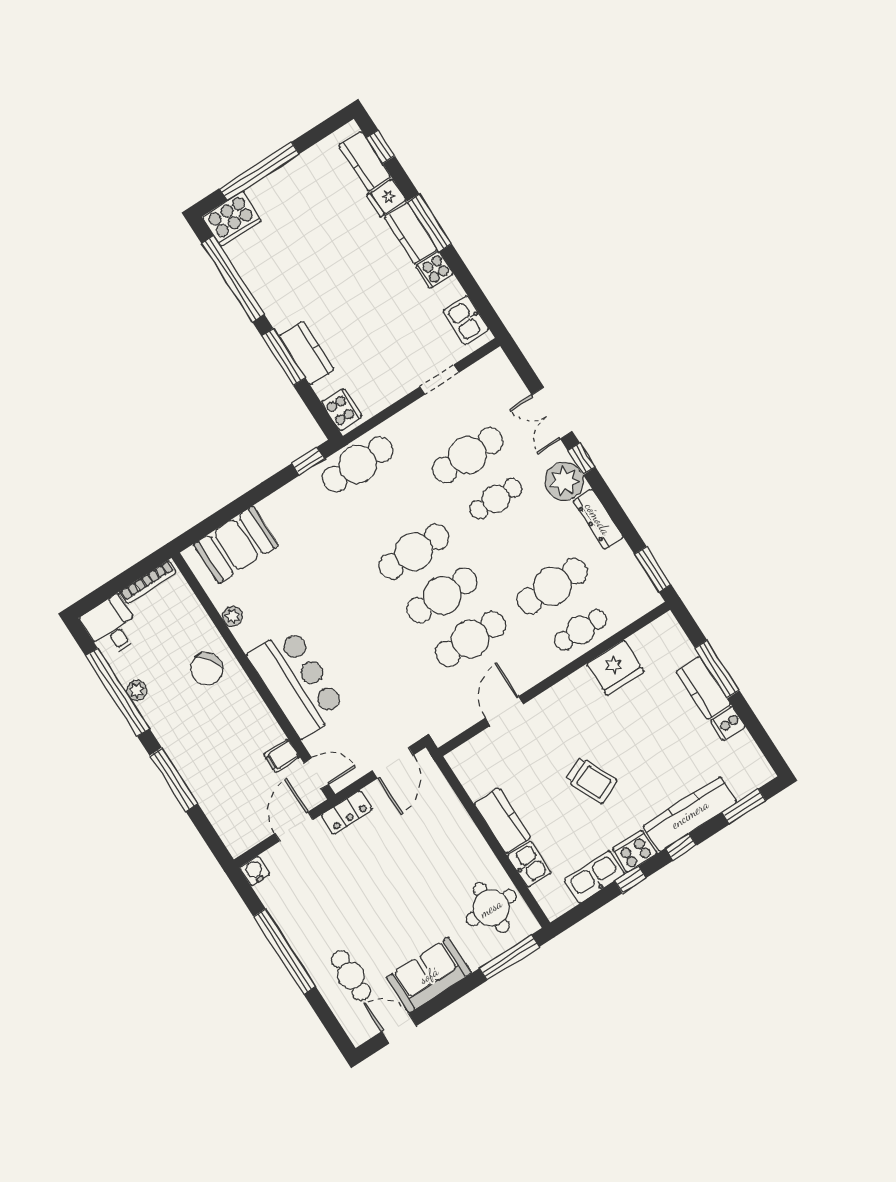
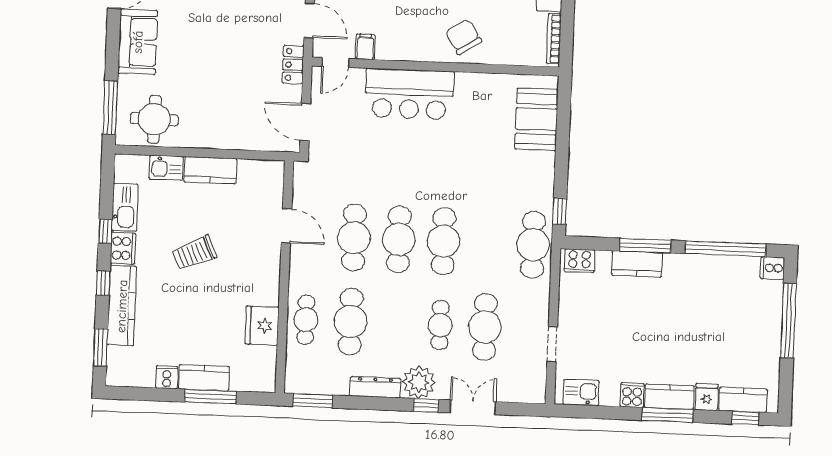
cooker: (232, 219) -> (772, 268), width x0.53, depth x0.76
plant: (232, 616) -> (488, 81), removed

